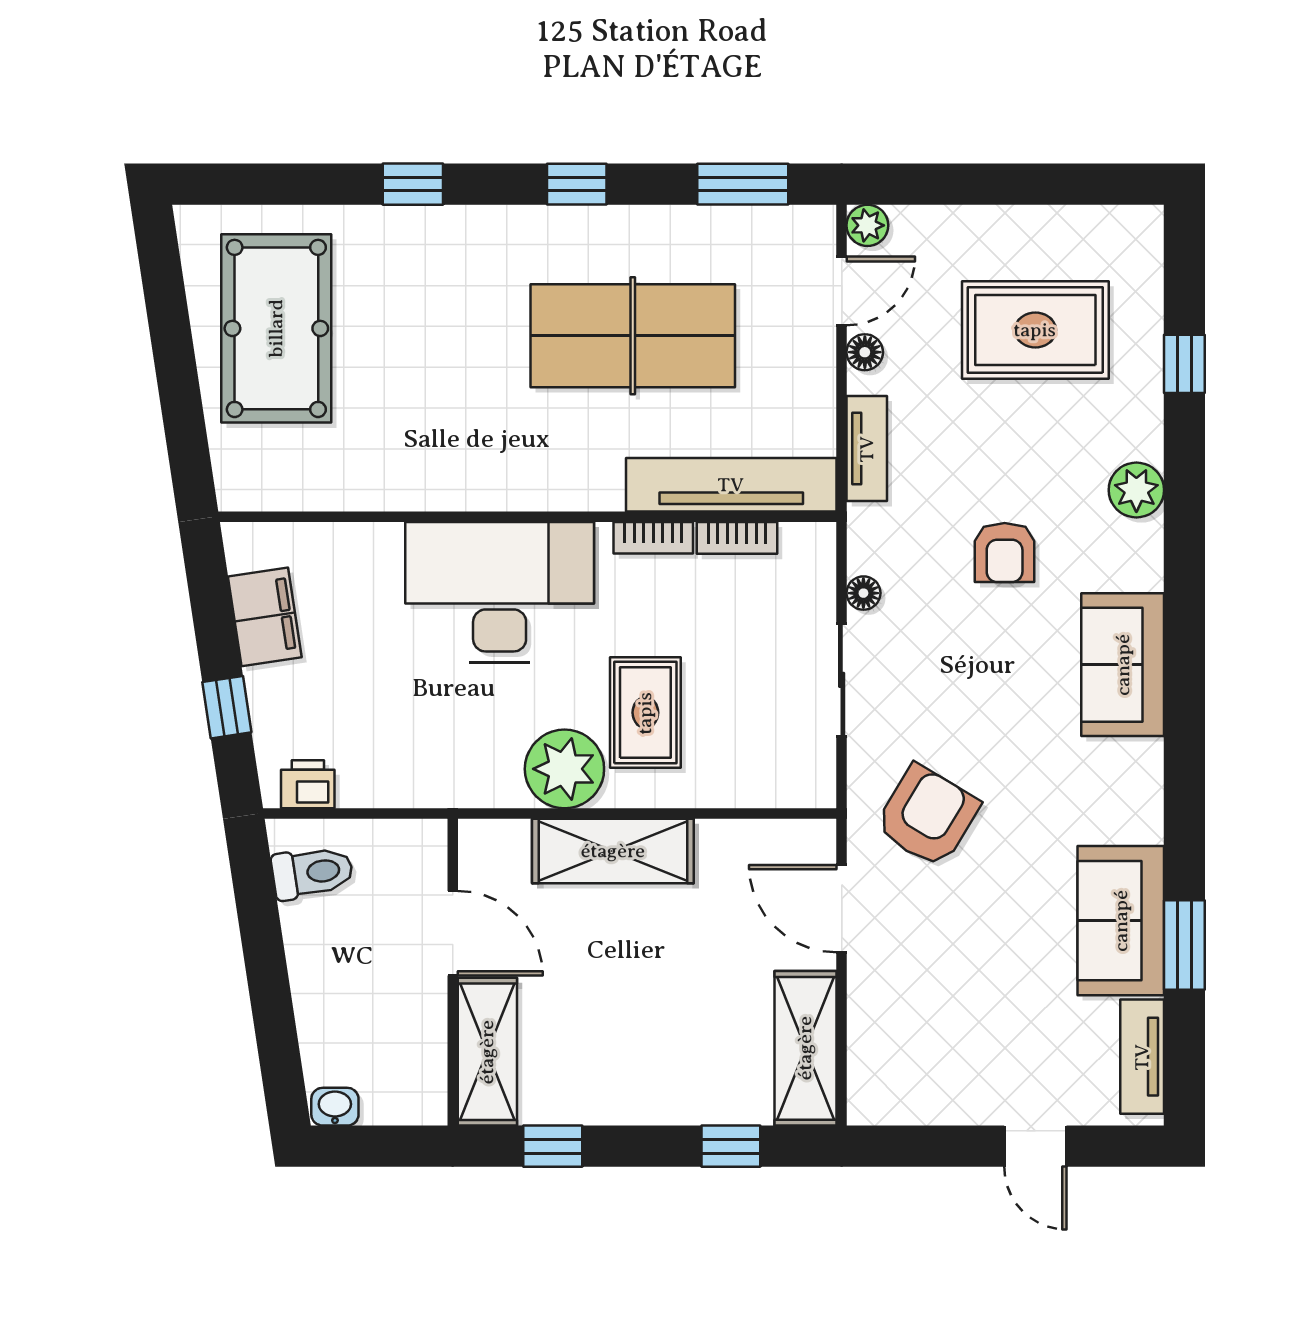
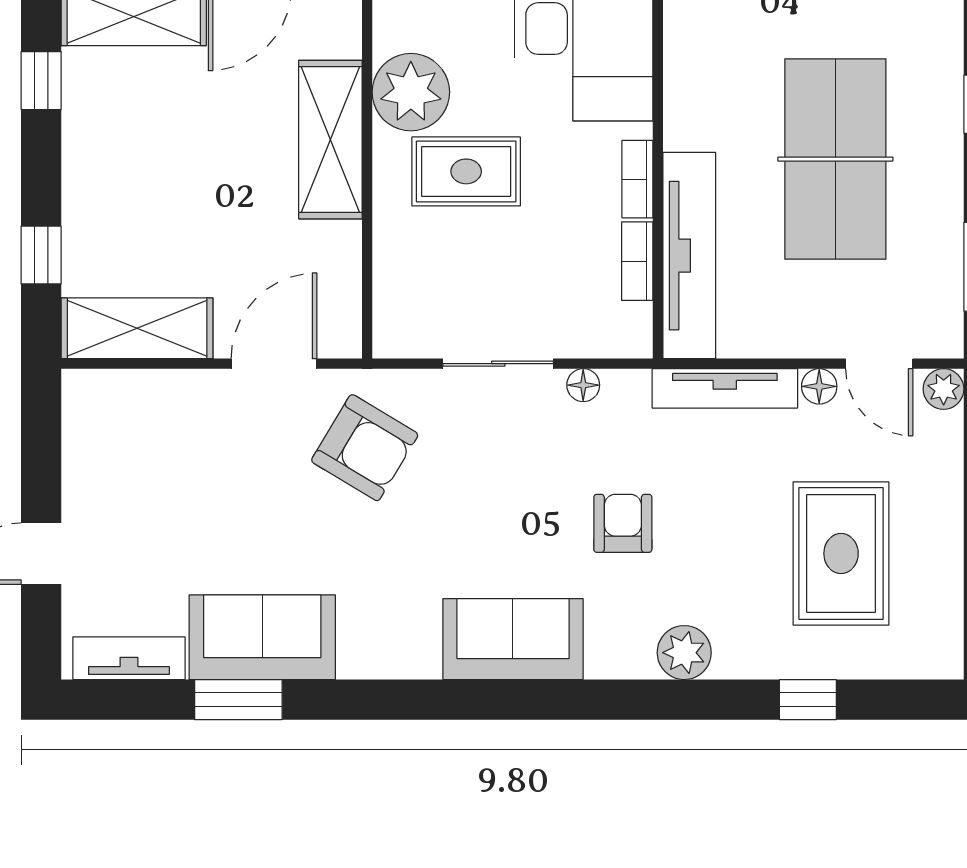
tv unit: (867, 449) -> (725, 388), width x1.41
armchair: (1005, 553) -> (623, 523), turned 90

